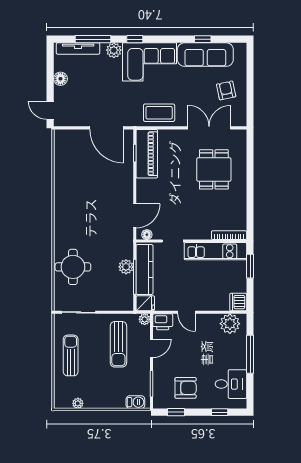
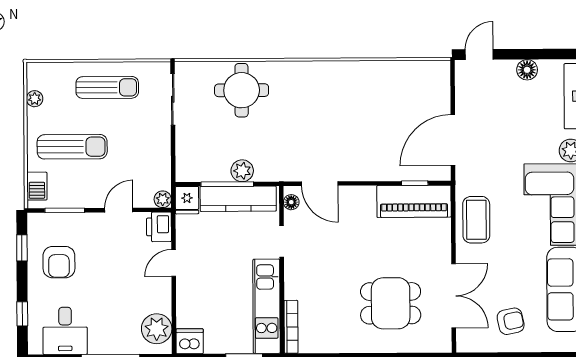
sun lounger: (118, 344) -> (72, 147), moved, turned 180
door: (152, 348) -> (119, 210), swing flipped

